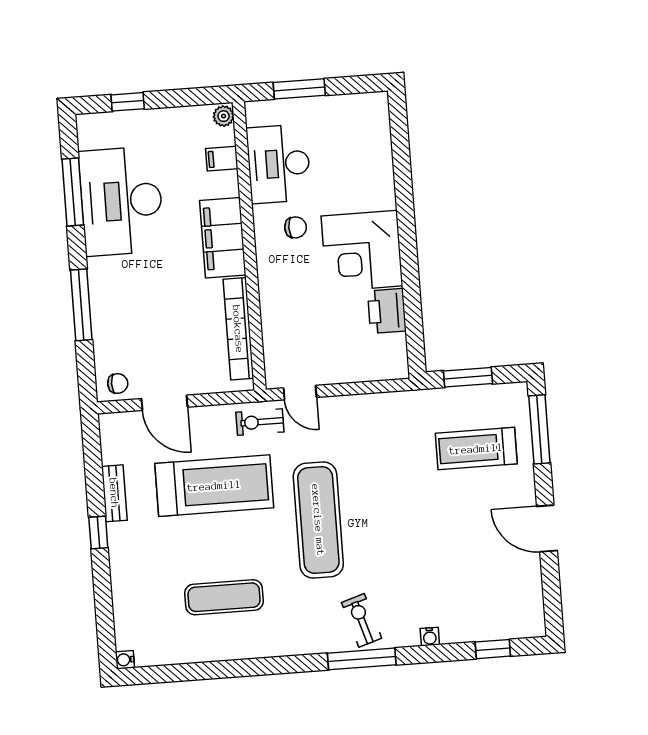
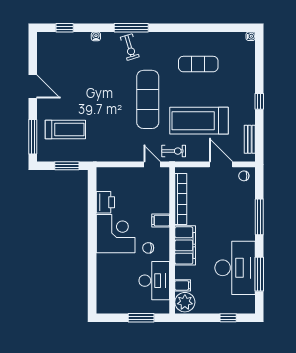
plant: (224, 116) -> (185, 302), width x1.88, depth x1.88
filing cabinet: (275, 283) -> (161, 221), added
bench: (114, 493) -> (250, 139), moved

